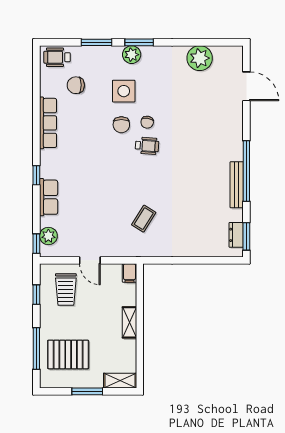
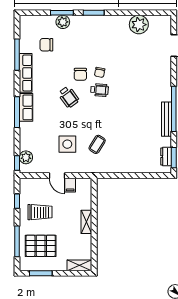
plant: (132, 55) -> (63, 22), moved
wheelchair: (57, 57) -> (69, 97), moved, turned -126
side table: (124, 91) -> (67, 144), moved
window: (36, 98) -> (17, 55), added
window: (36, 175) -> (17, 112), width x2.17
row of seats: (49, 197) -> (26, 107), moved
filing cabinet: (130, 273) -> (70, 185), moved
trolley: (66, 289) -> (40, 212), moved, turned -90
window: (87, 391) -> (41, 273), moved

